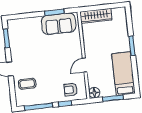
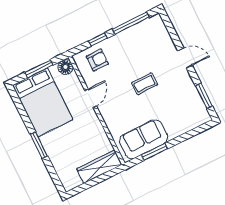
bed: (123, 74) -> (43, 102), width x1.50
coffee table: (27, 84) -> (145, 84), moved

